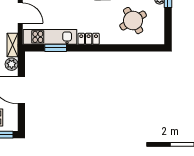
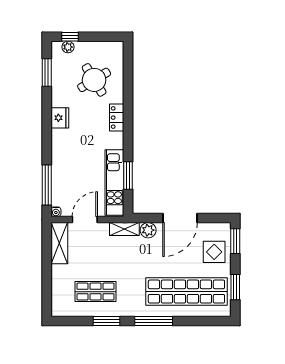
locker: (89, 39) -> (117, 118), moved

